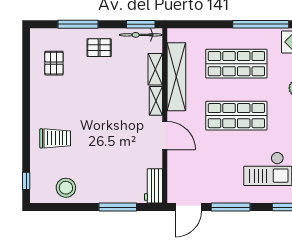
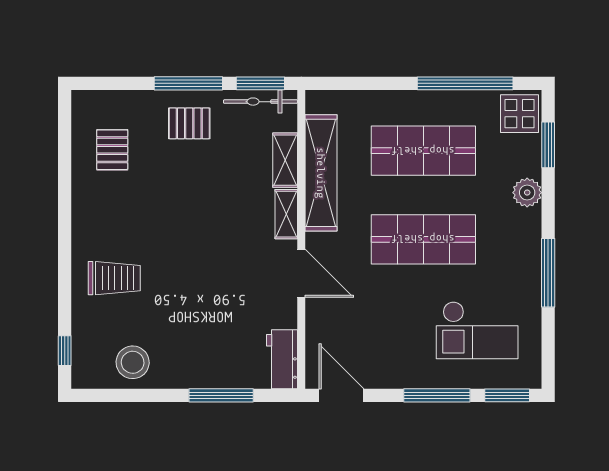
window: (78, 24) -> (188, 83), moved
door: (188, 207) -> (341, 395), swing flipped
window: (231, 207) -> (437, 395), moved

